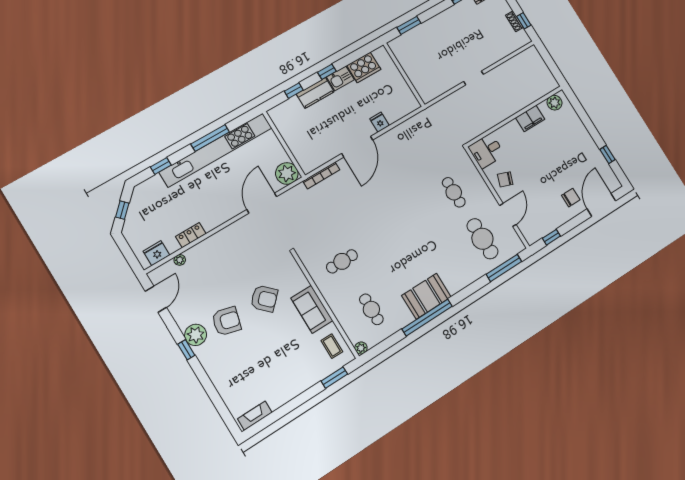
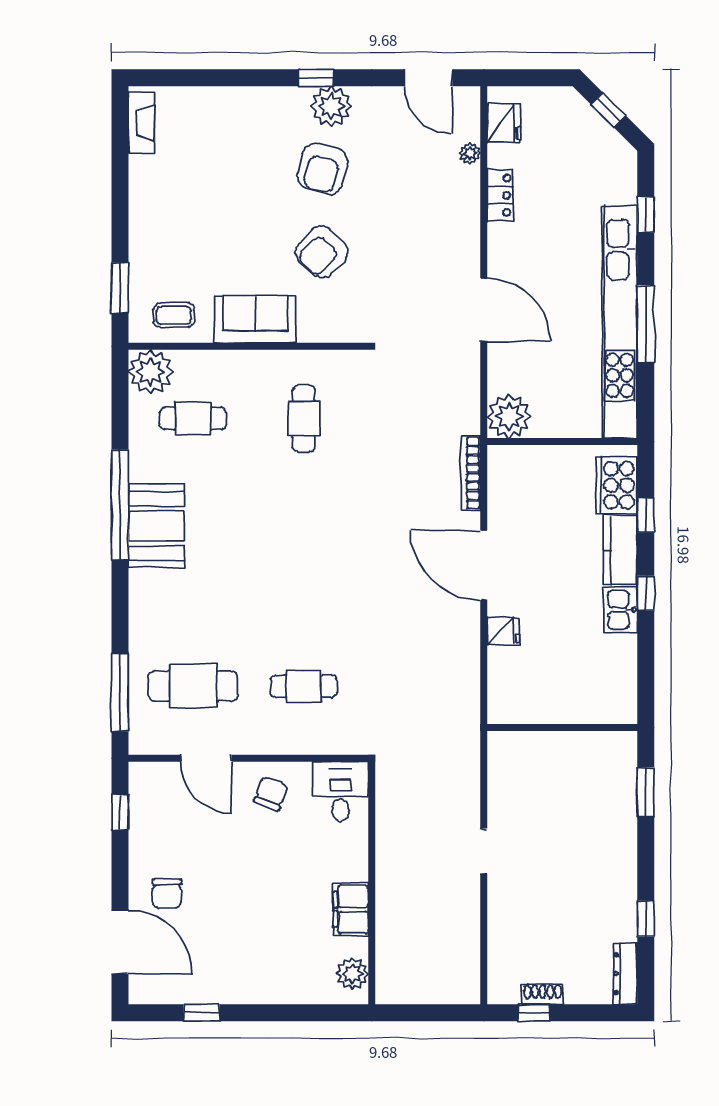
cooker: (364, 67) -> (616, 485), moved
door: (262, 203) -> (484, 310), moved
plant: (361, 348) -> (151, 372), width x1.88, depth x1.88

